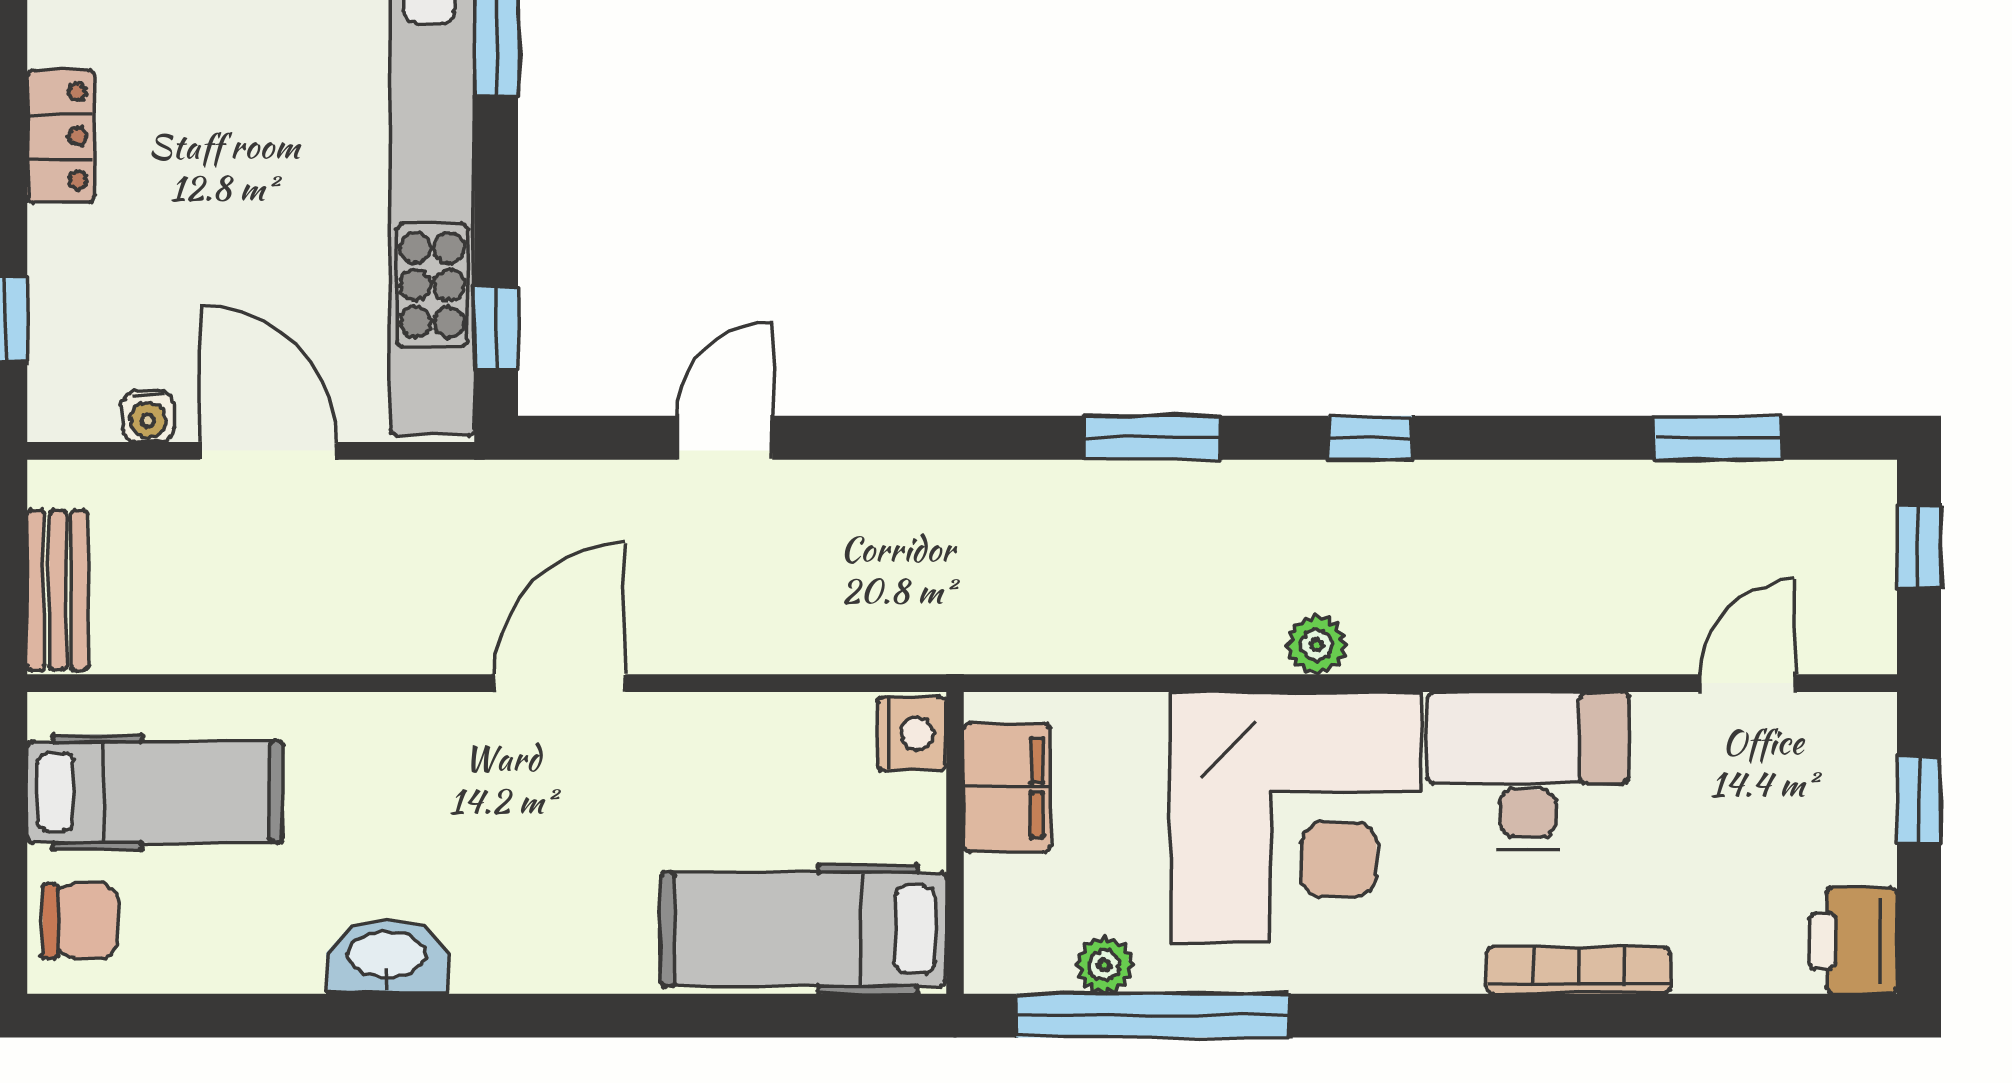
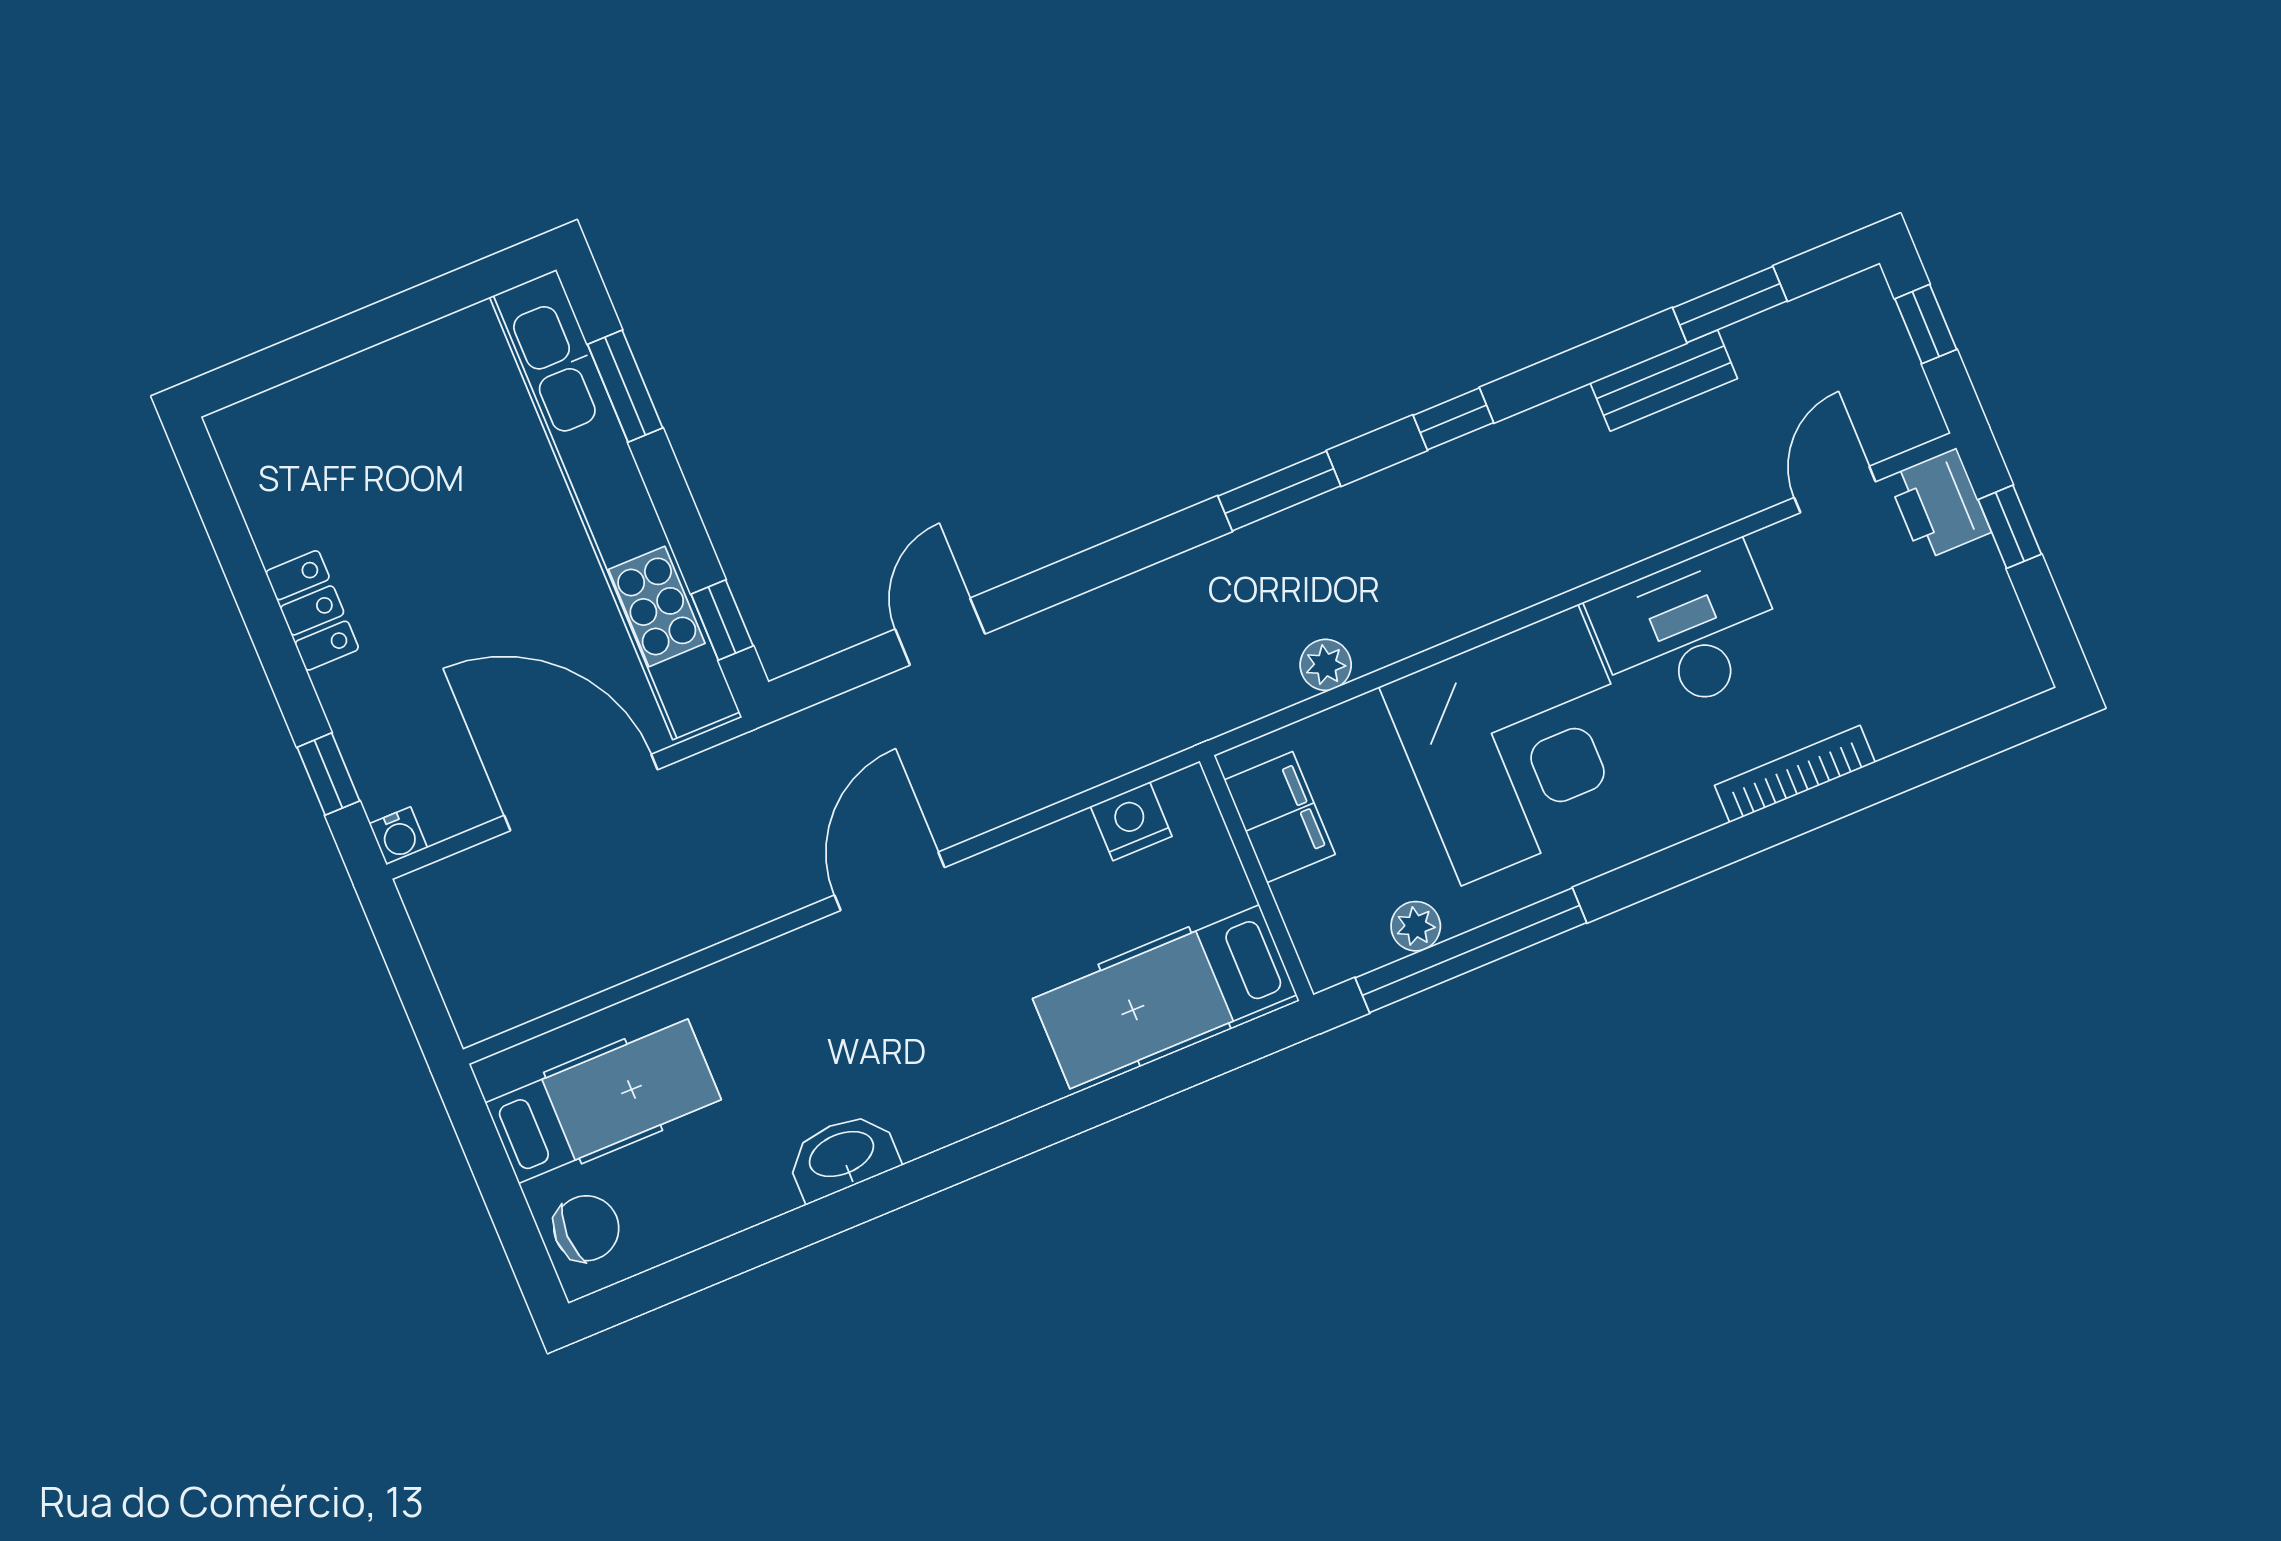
water cooler: (148, 416) -> (398, 836), moved
door: (268, 451) -> (581, 792), width x1.36
bench: (58, 590) -> (1664, 381), moved, turned 90
plant: (1316, 645) -> (1326, 665), moved
nightstand: (912, 734) -> (1131, 821), moved, turned -90
printer: (1853, 940) -> (1939, 504), moved

